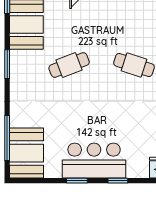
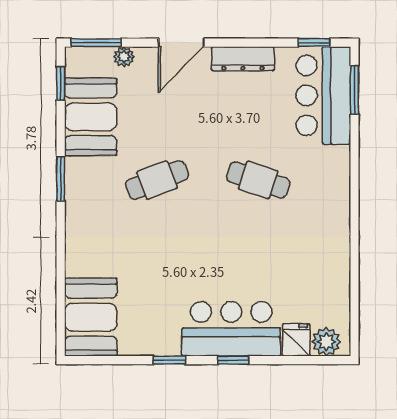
window: (7, 138) -> (61, 294), removed
bar counter: (94, 161) -> (231, 329), moved

